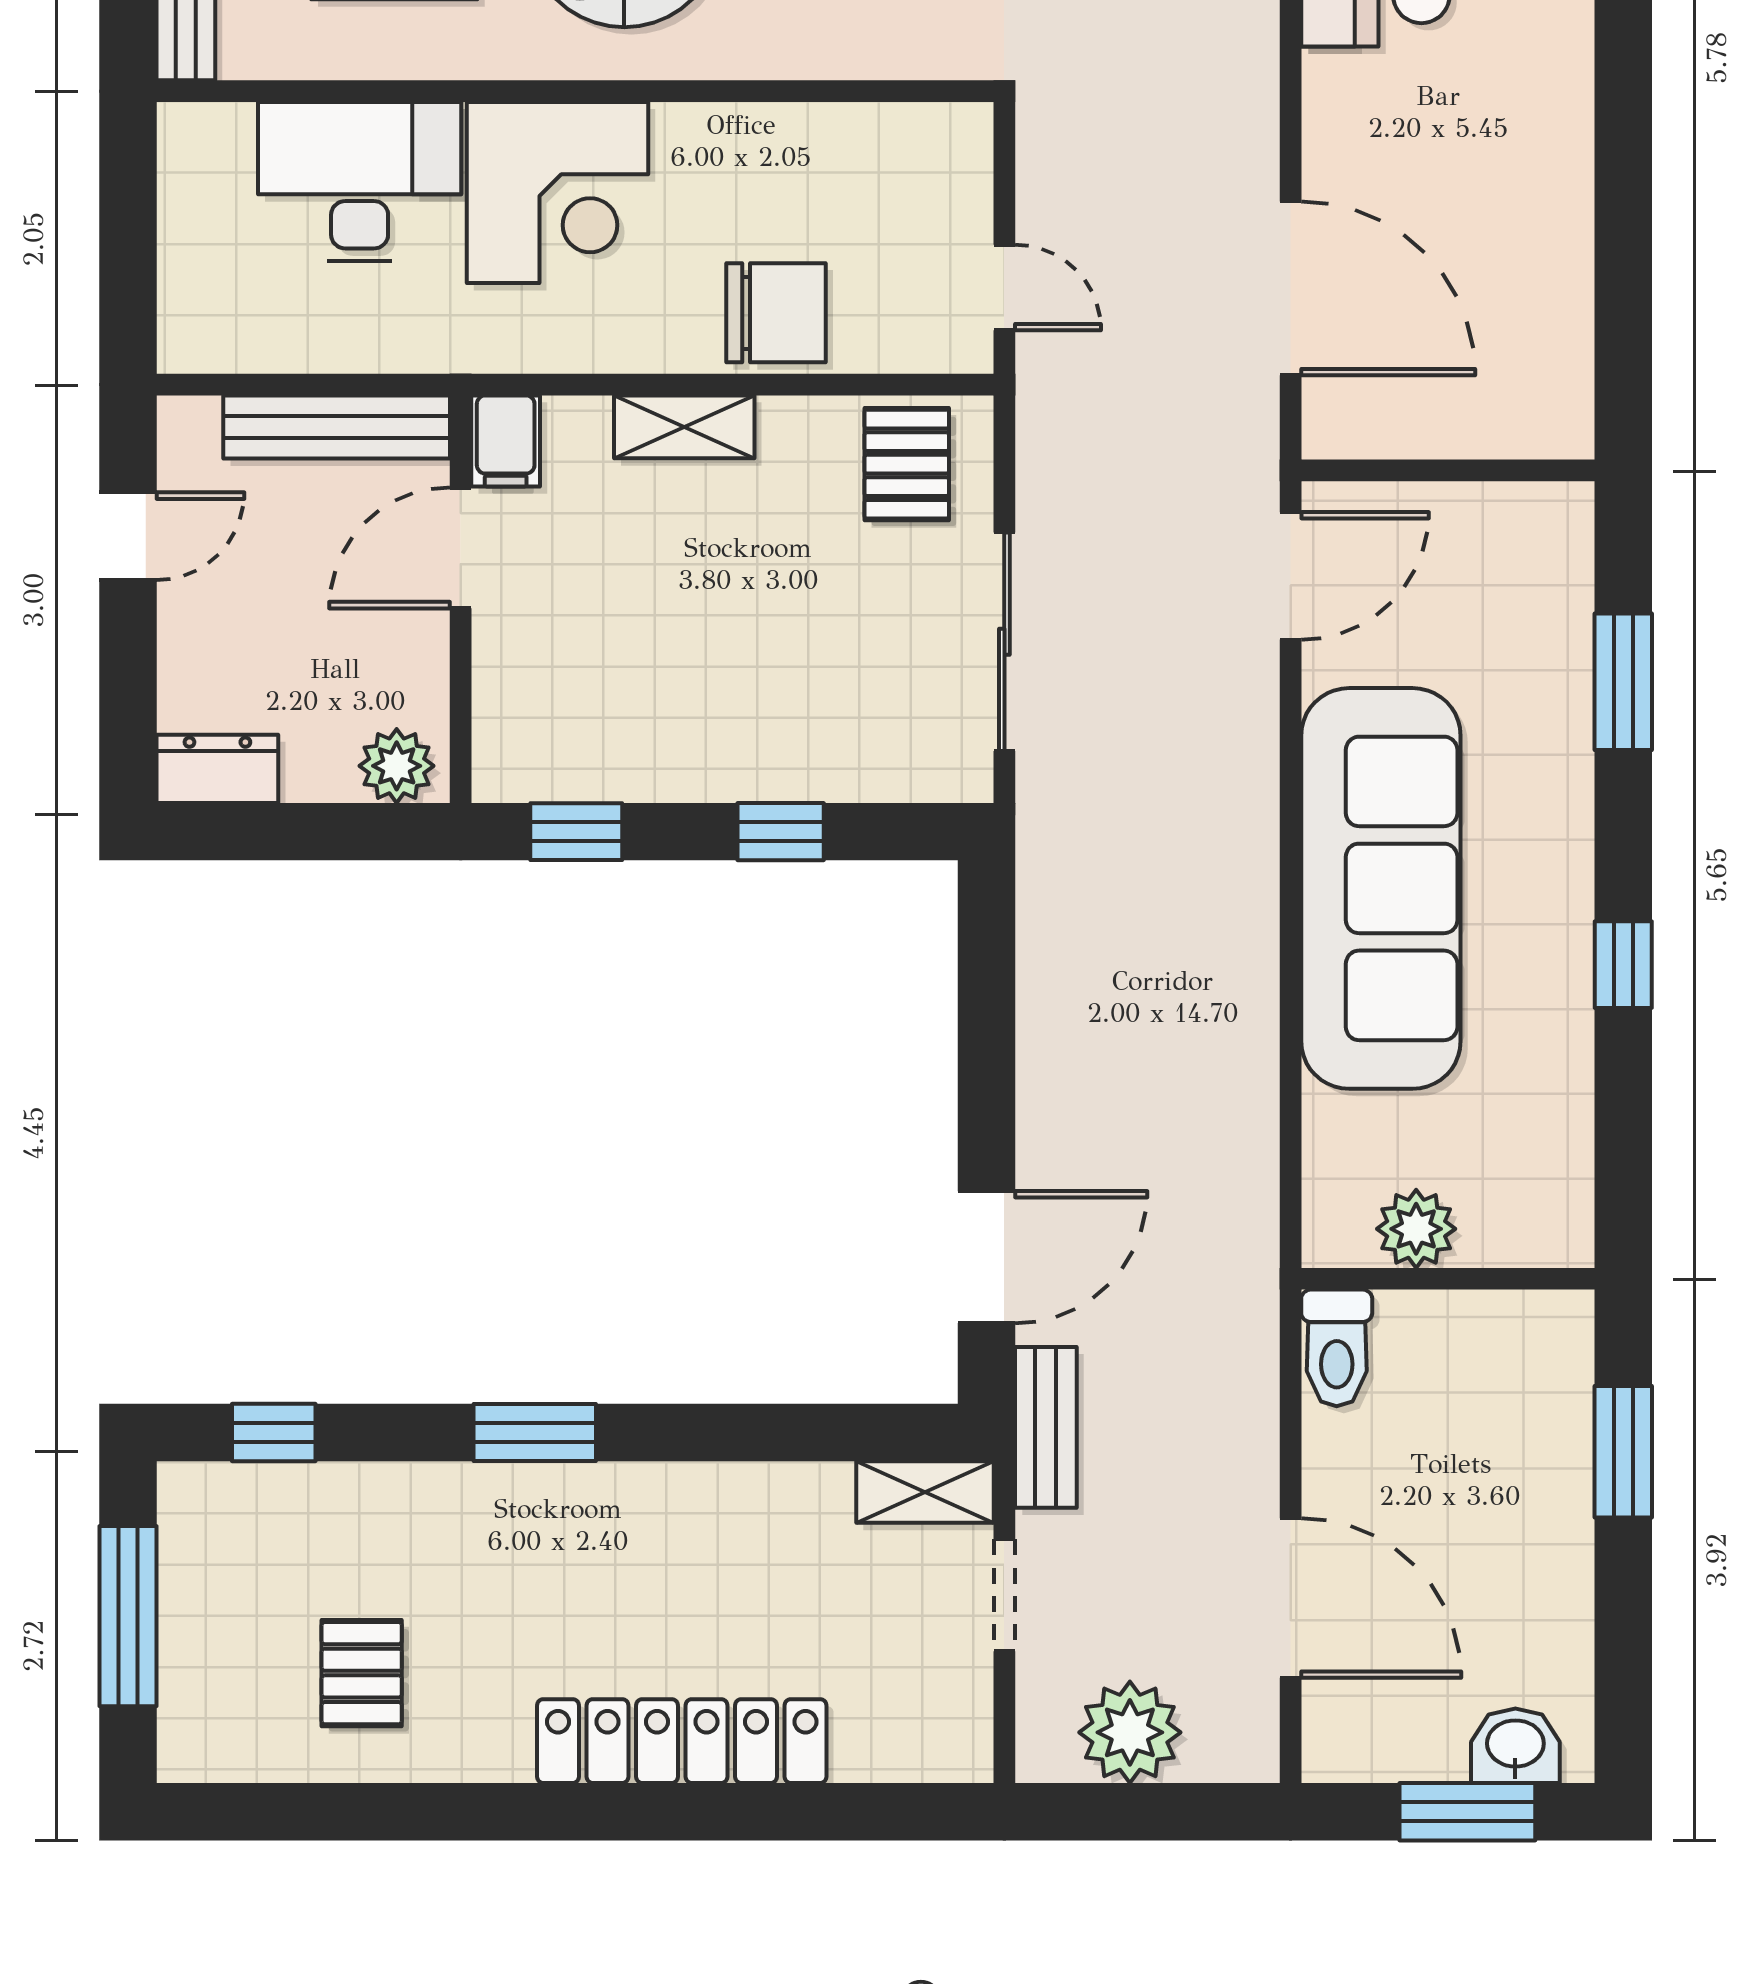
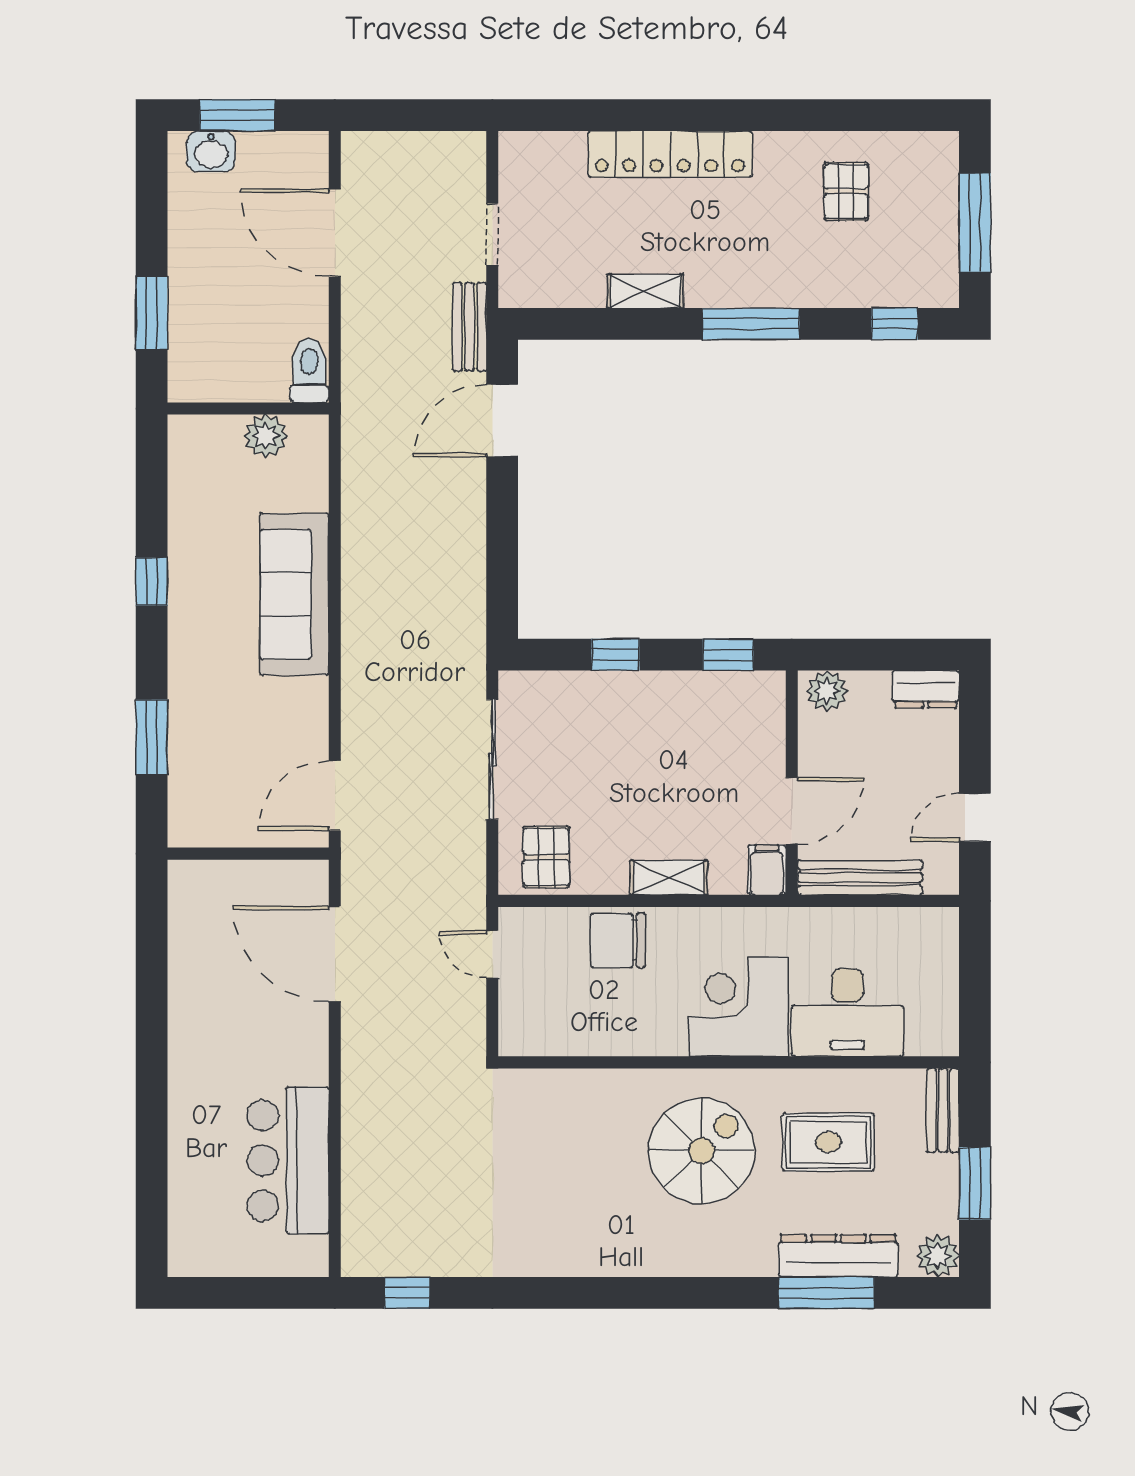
sofa: (1381, 888) -> (294, 594), width x0.74, depth x0.79
window: (535, 1433) -> (751, 324), width x1.44
shelving: (925, 1492) -> (646, 291), moved
plant: (1130, 1732) -> (423, 159), removed

